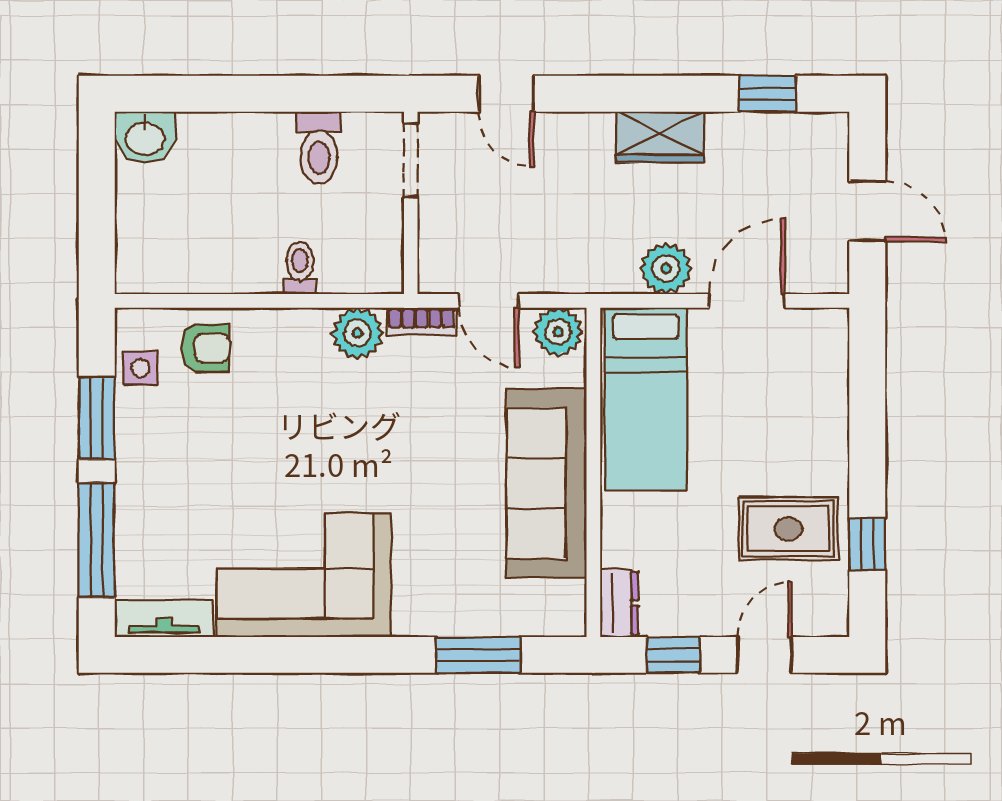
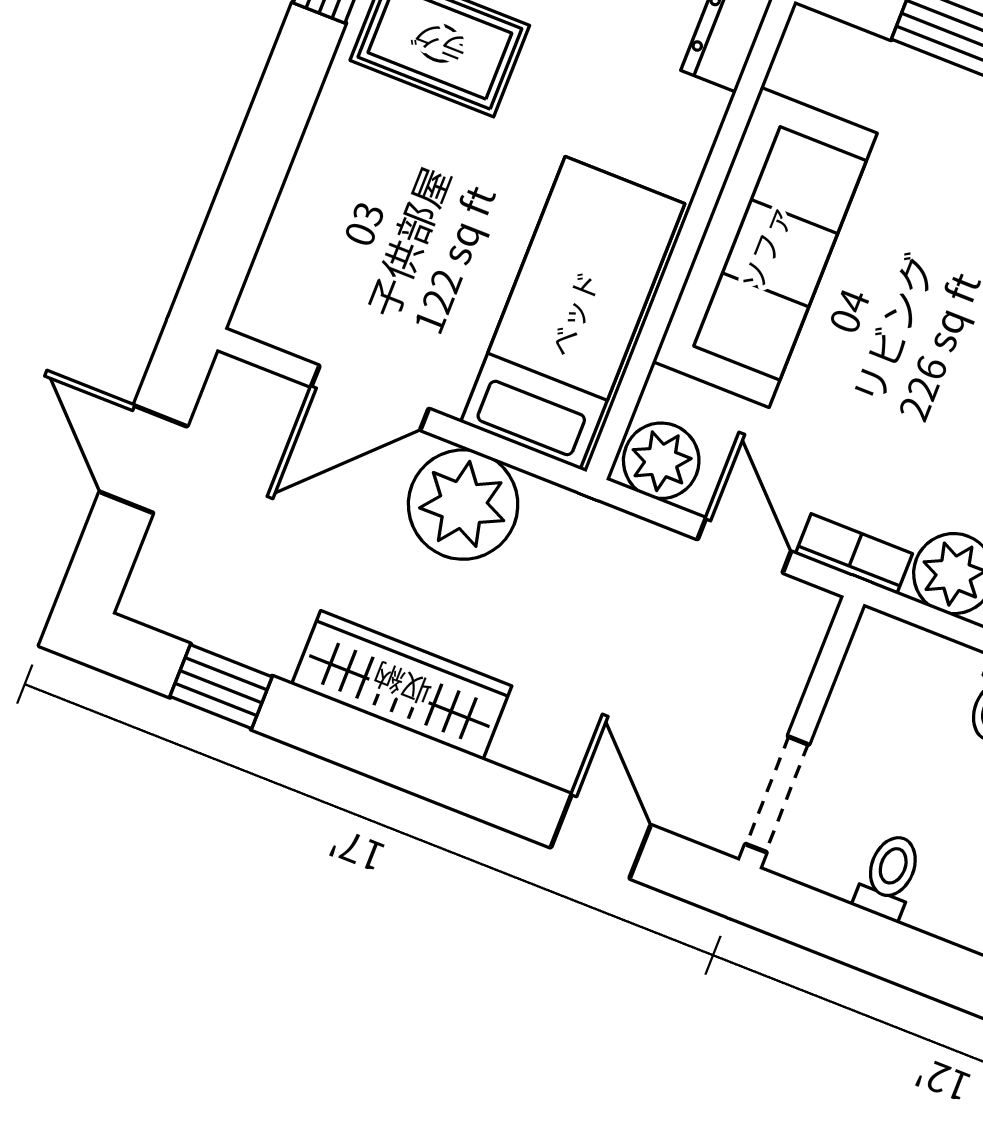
wardrobe: (660, 137) -> (402, 685), width x1.50
toilet: (319, 148) -> (889, 876), width x0.73, depth x0.72
plant: (666, 268) -> (463, 505), width x1.36, depth x1.36

